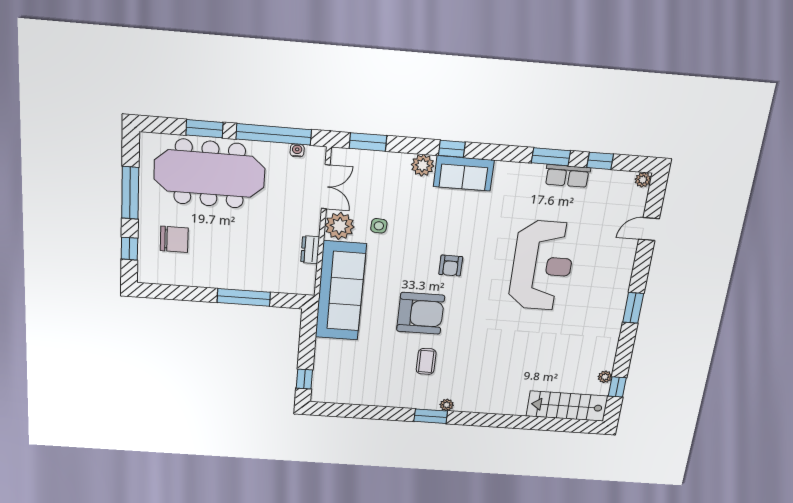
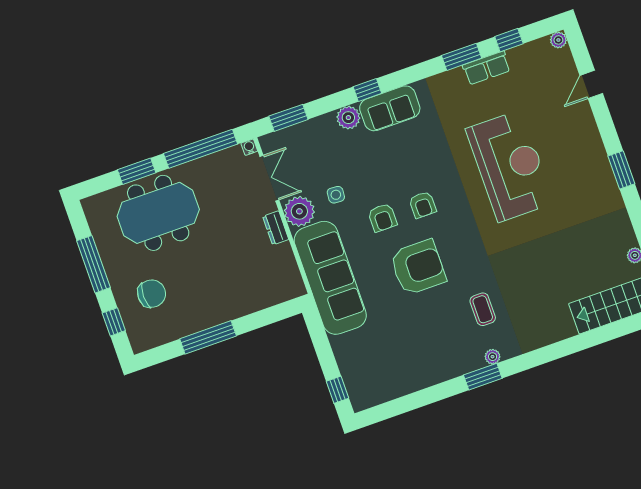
water cooler: (297, 150) -> (249, 147), moved
meeting table: (209, 174) -> (158, 213), width x0.73
dresser: (310, 250) -> (276, 228), moved
armchair: (410, 261) -> (382, 218), added
window: (244, 297) -> (208, 337), moved
coffee table: (426, 361) -> (483, 309), moved

